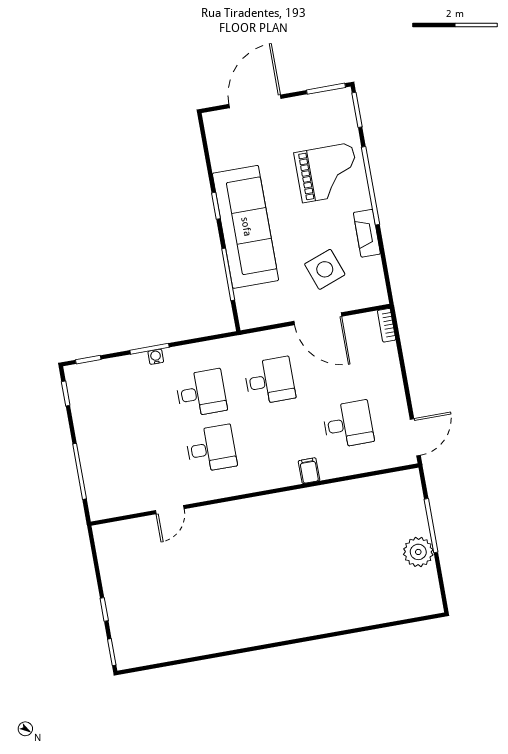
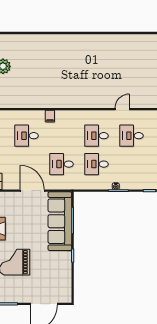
sofa: (246, 227) -> (60, 221), moved
side table: (325, 269) -> (24, 214), removed
desk: (143, 461) -> (131, 136), added

